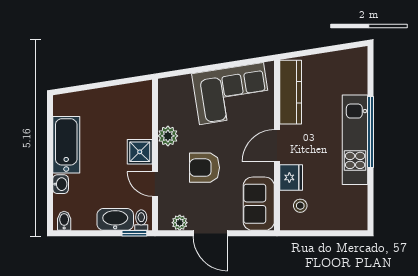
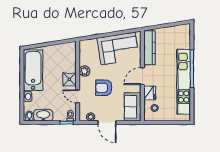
kitchen unit: (355, 140) -> (184, 82), width x1.36
bathtub: (66, 145) -> (33, 70), width x1.36, depth x1.36
washbasin: (115, 219) -> (43, 115), moved

